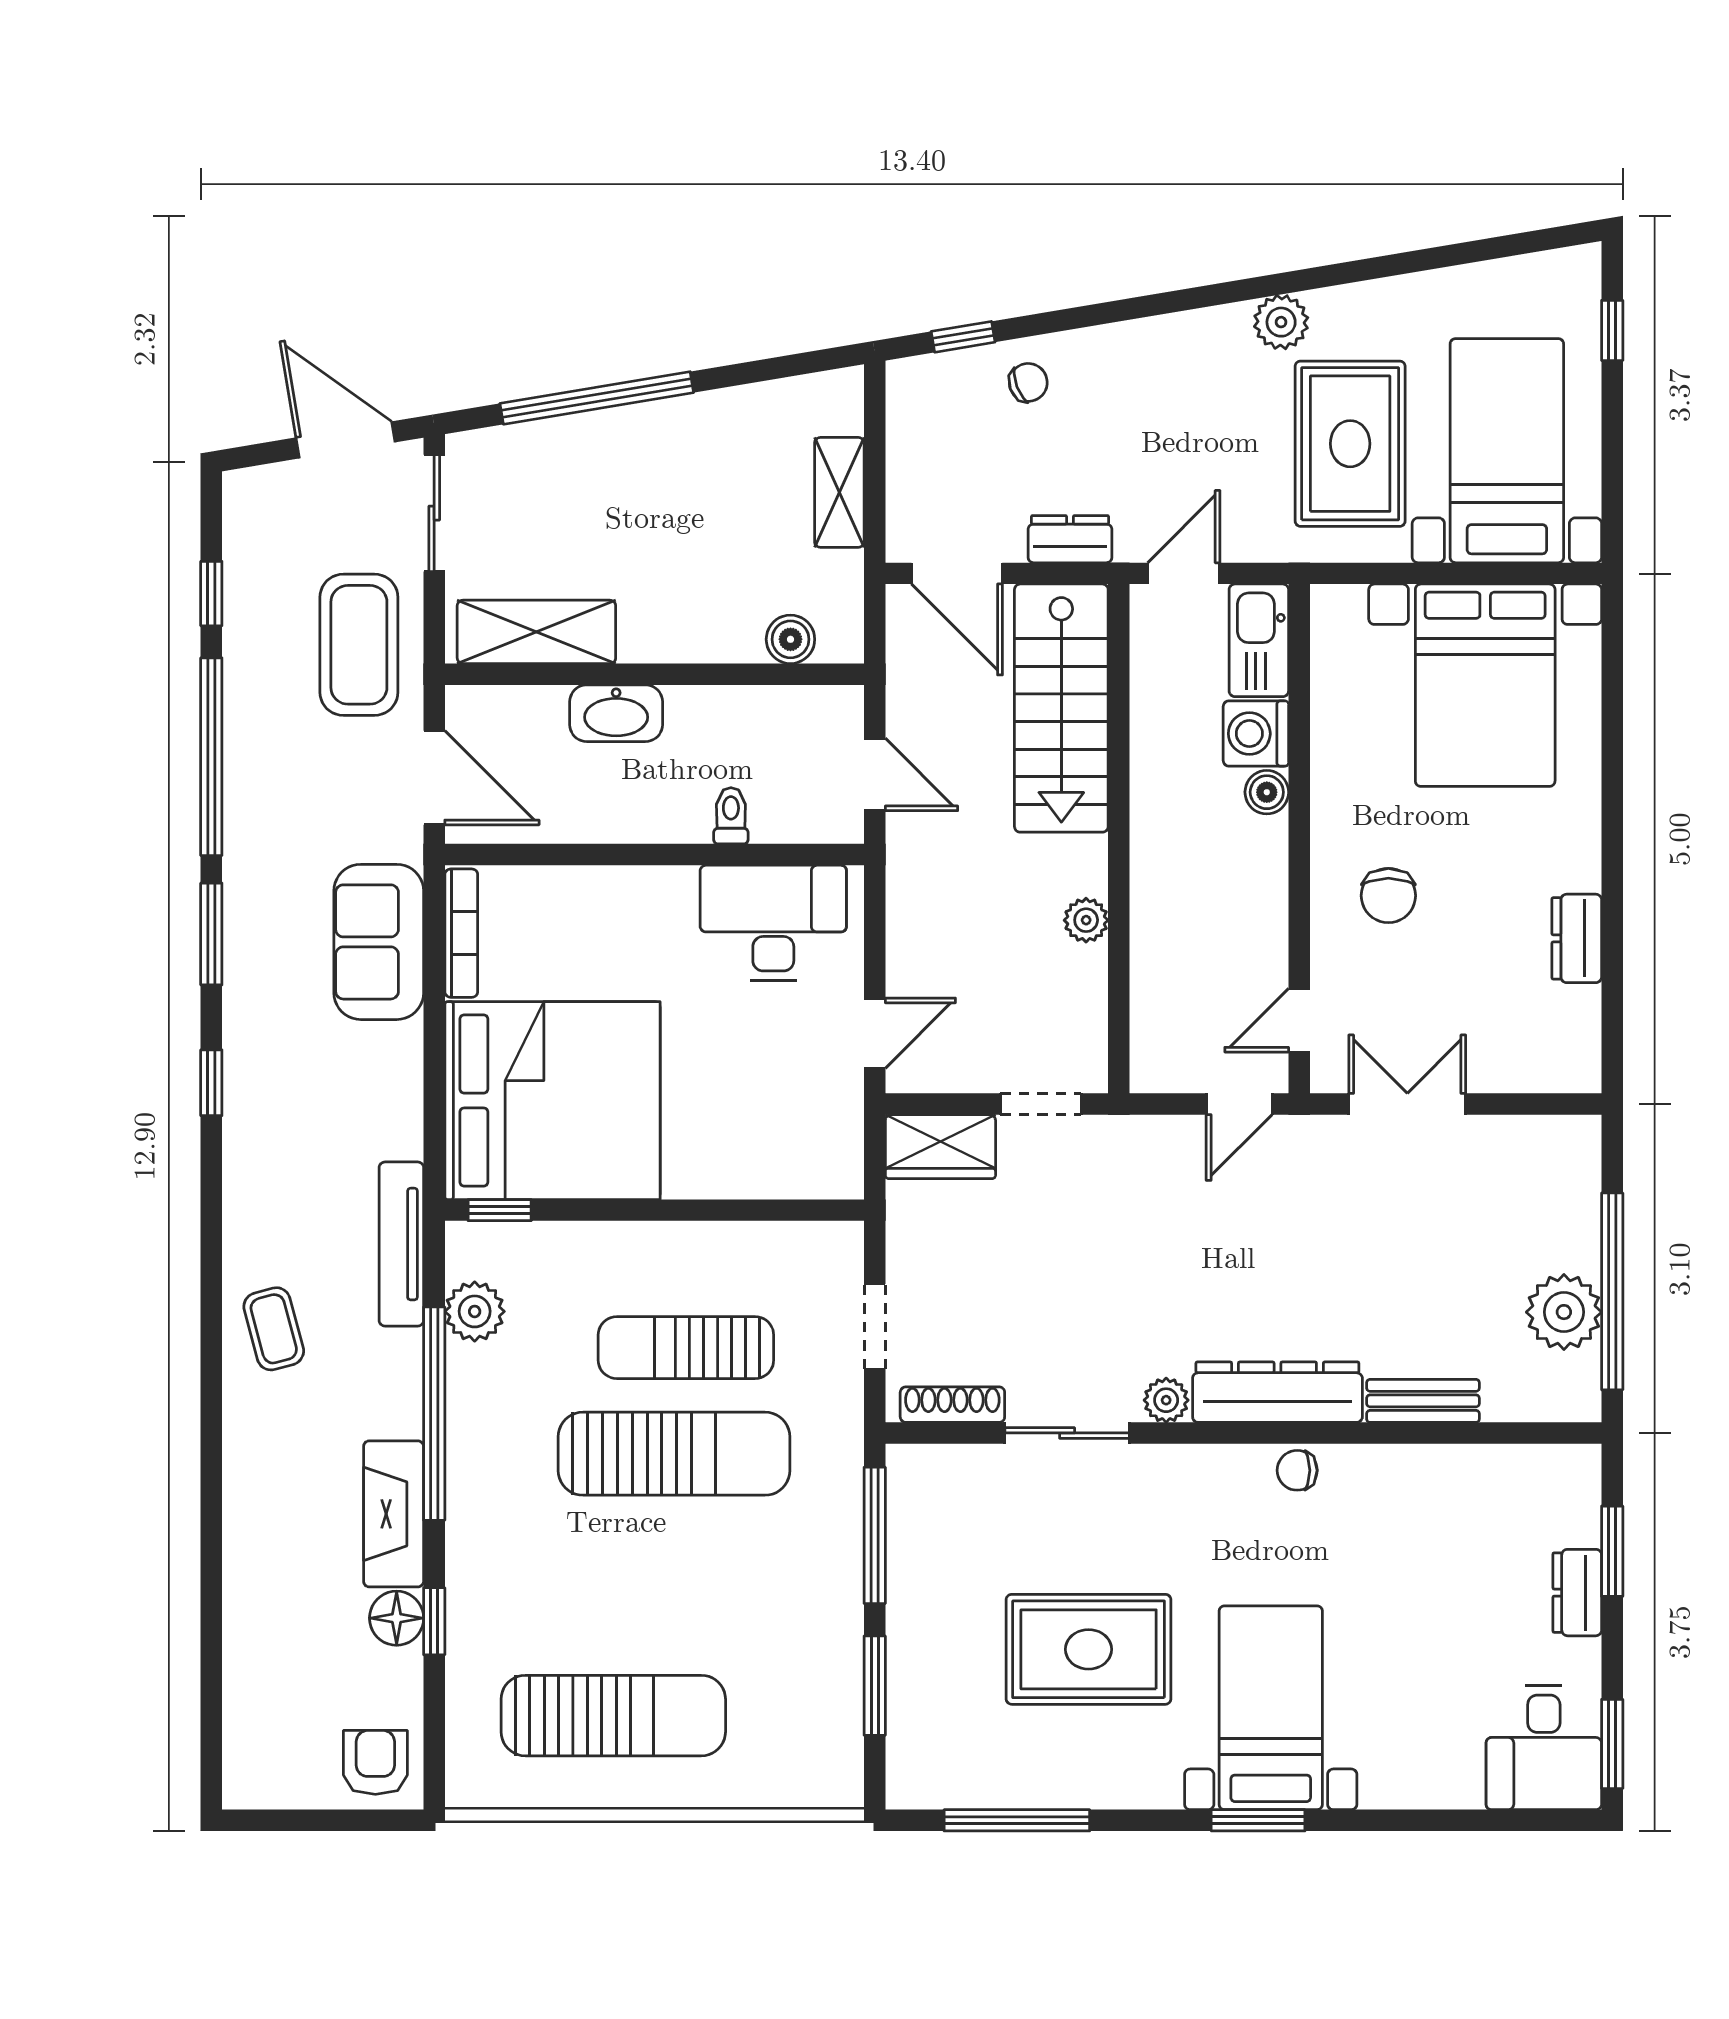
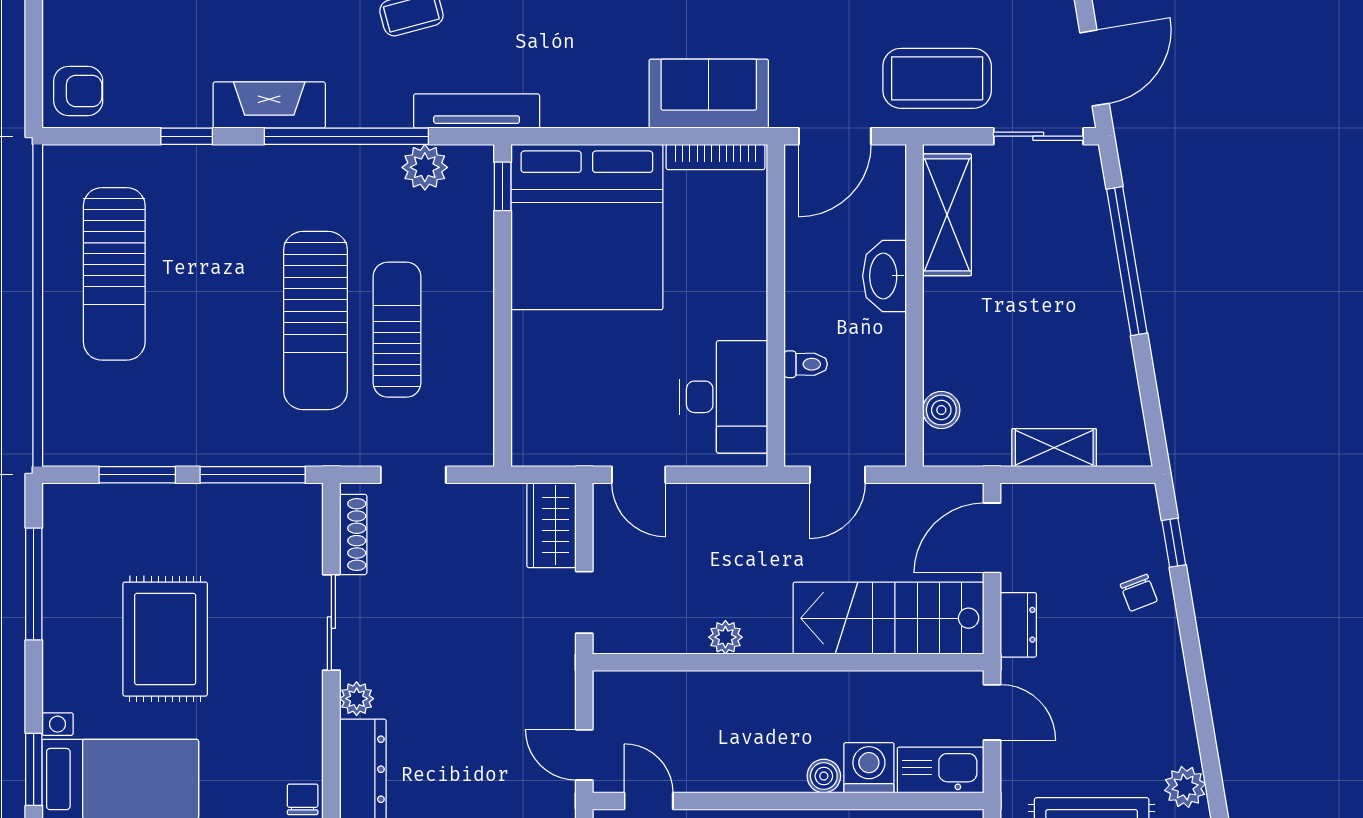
floor lamp: (397, 1618) -> (189, 107), removed

